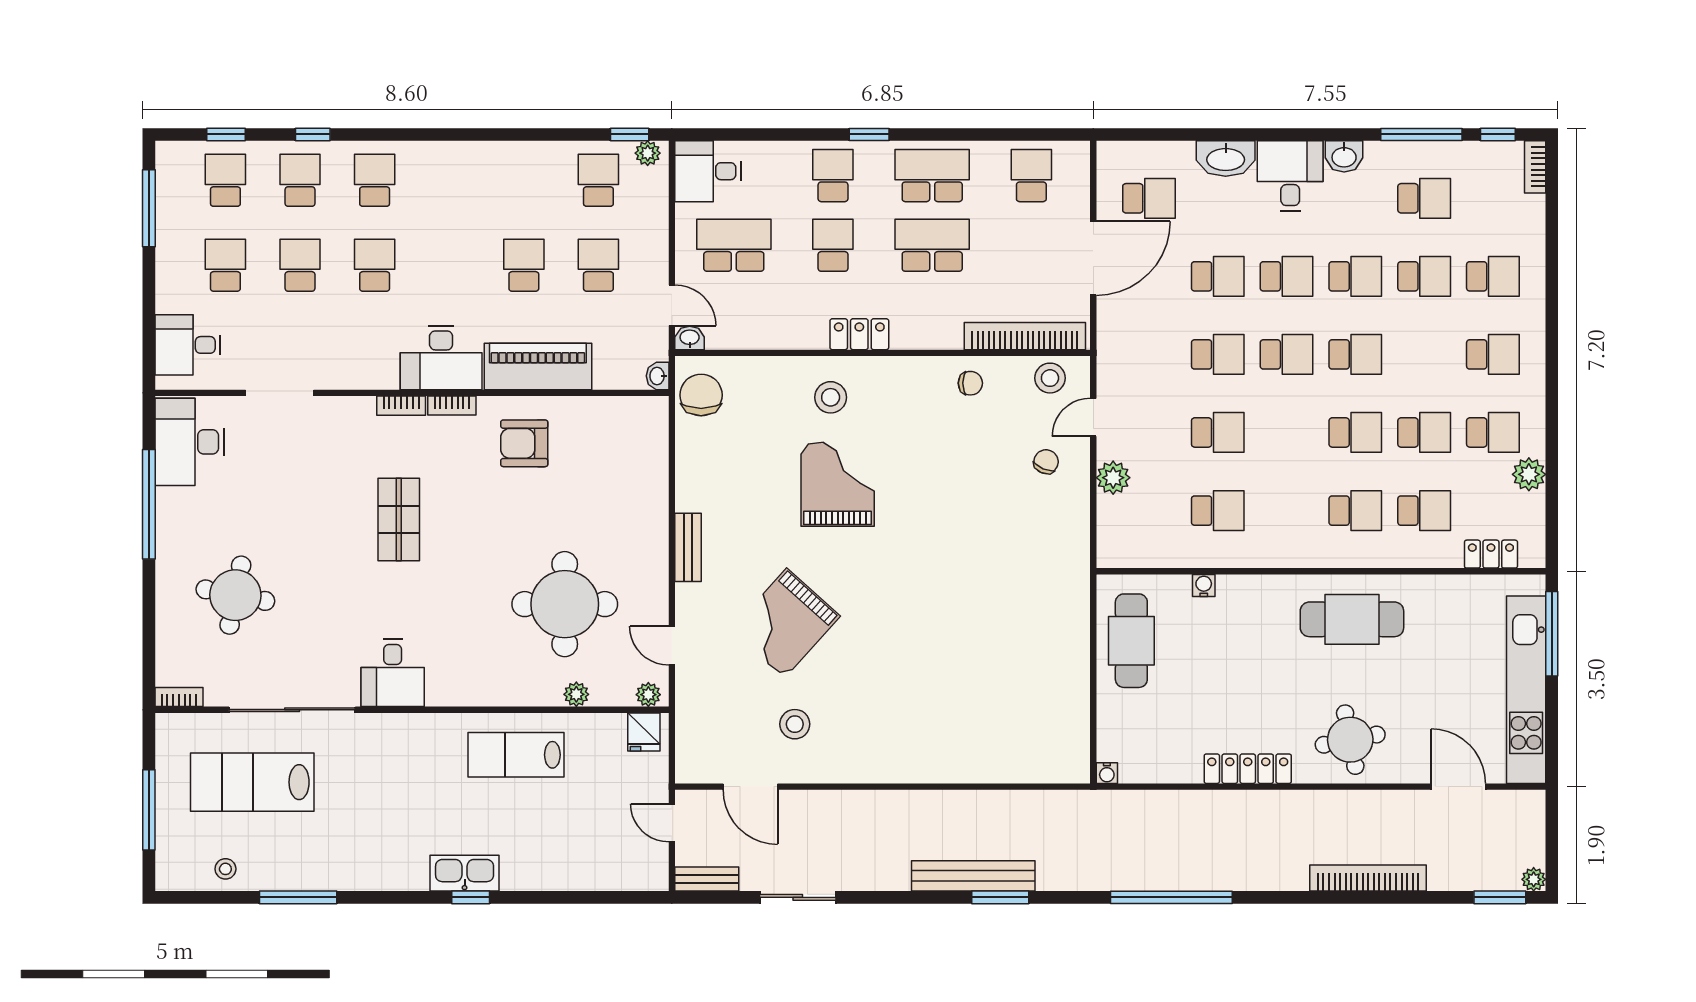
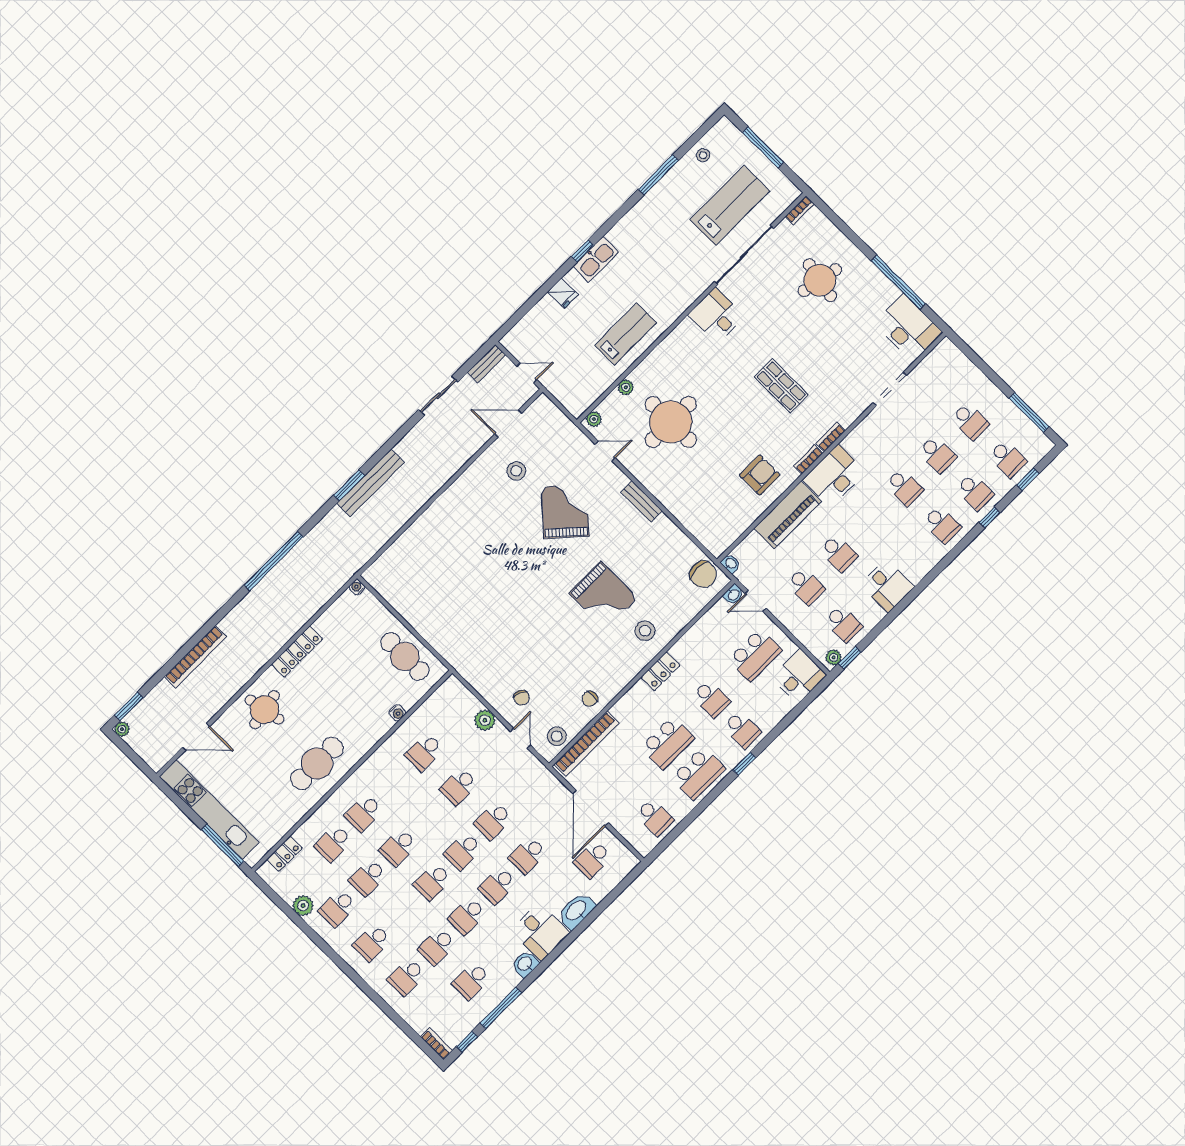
desk: (188, 345) -> (887, 586), moved, turned 90
fridge: (644, 732) -> (563, 293), moved, turned 180

